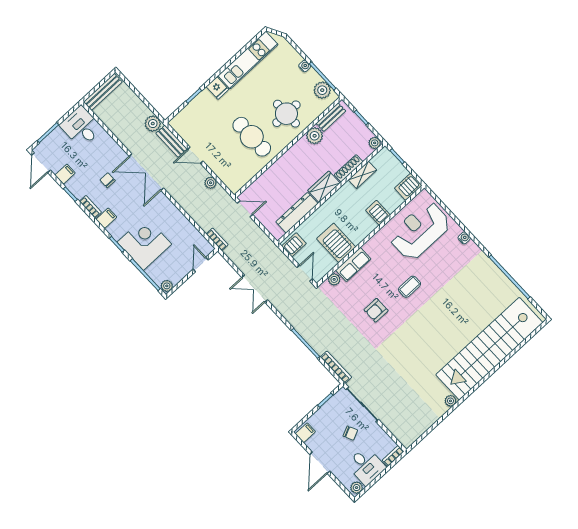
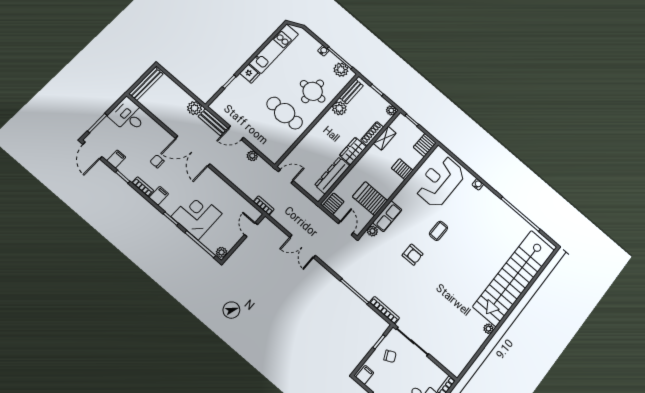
armchair: (376, 310) -> (413, 255), turned -90
chair: (350, 433) -> (390, 356), moved

